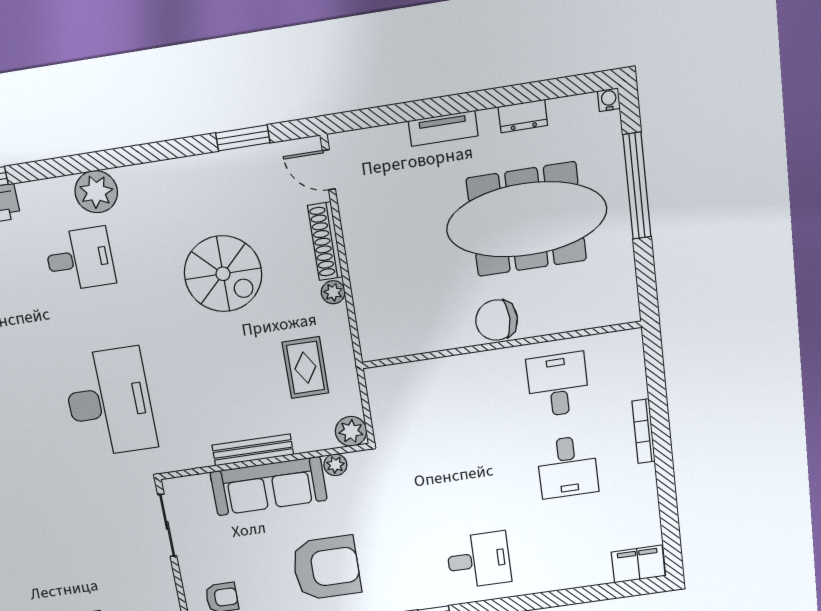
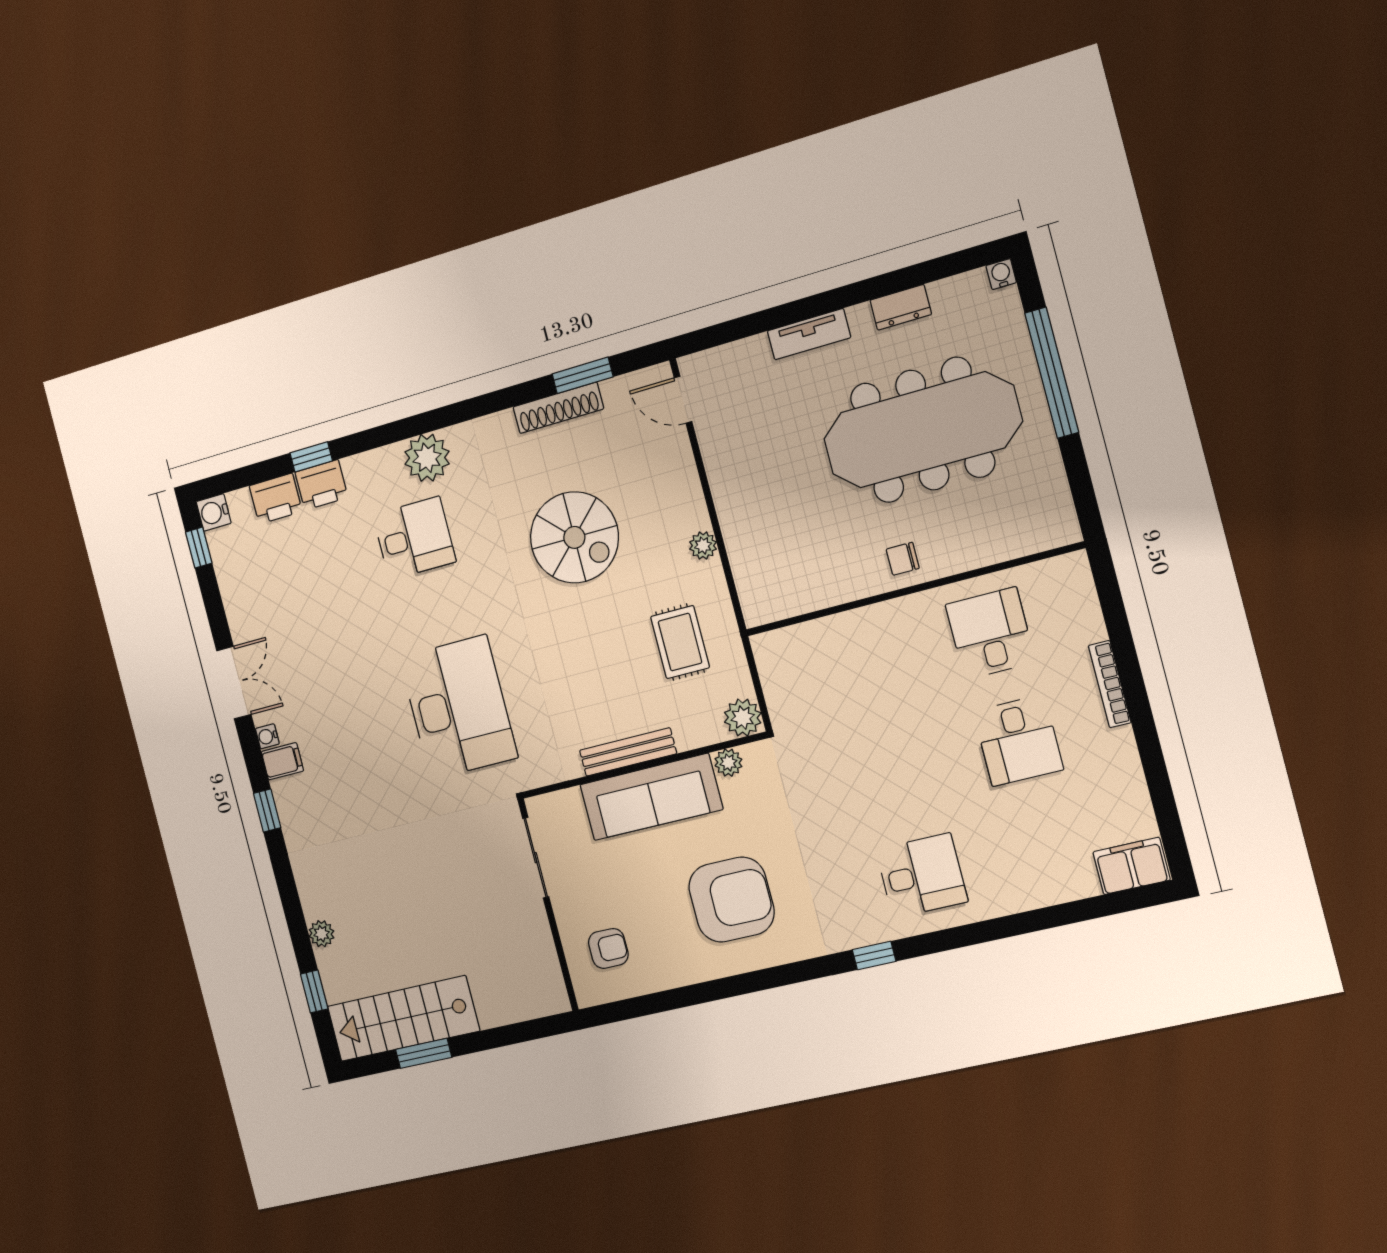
shoe rack: (325, 241) -> (558, 408), moved, turned -90
chair: (497, 320) -> (903, 559), width x0.54, depth x0.54

